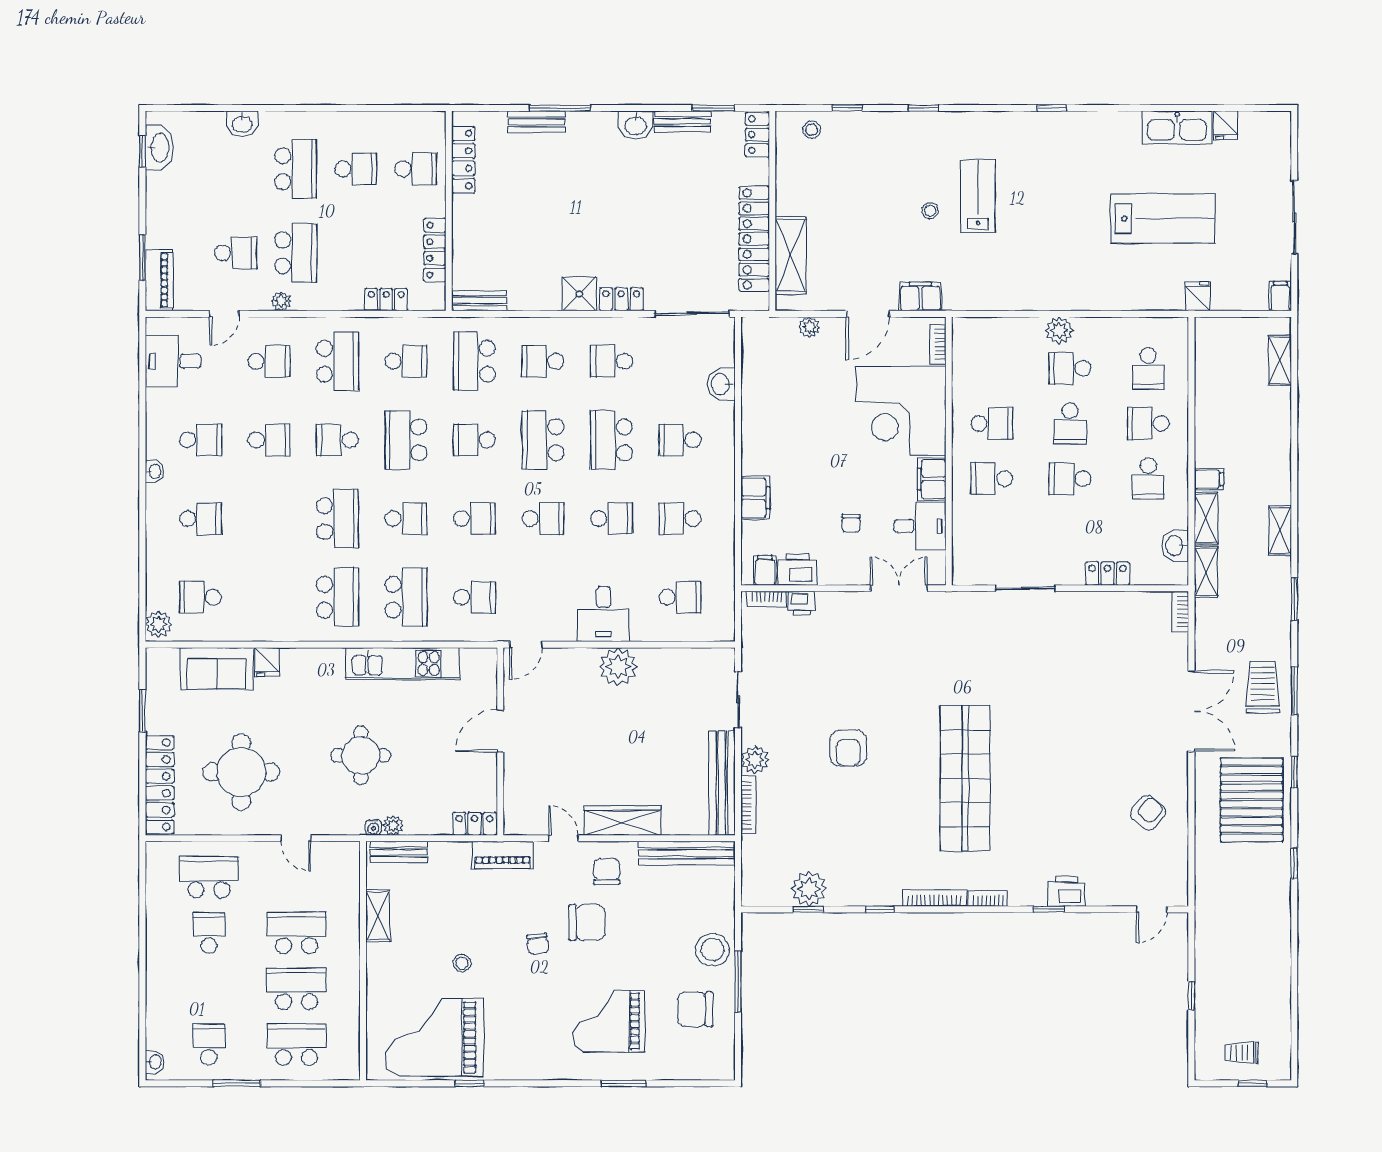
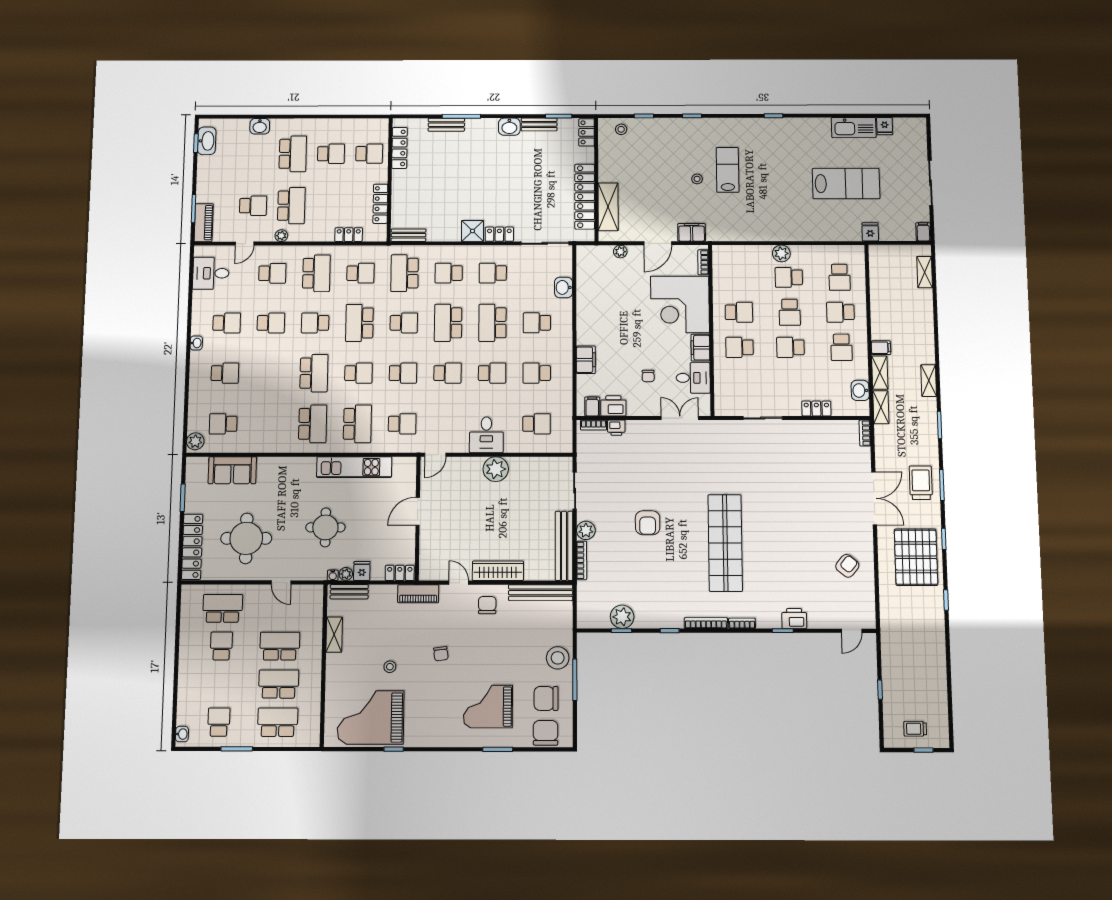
school desk: (474, 440) -> (404, 323), turned 180
fridge: (267, 662) -> (362, 571), moved, turned 180
chair: (587, 922) -> (546, 733), moved, turned -90

